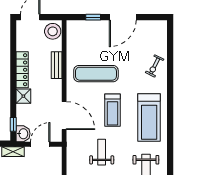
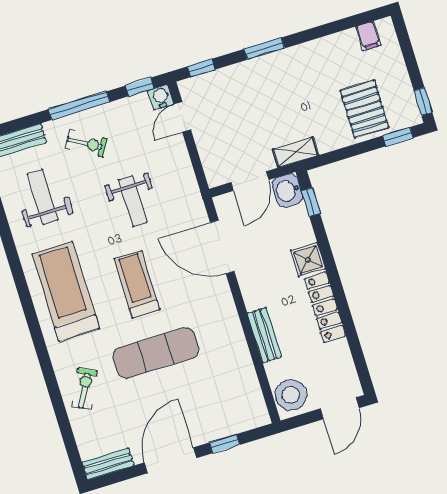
bench: (154, 25) -> (108, 464), added
exercise mat: (96, 74) -> (156, 353), moved

